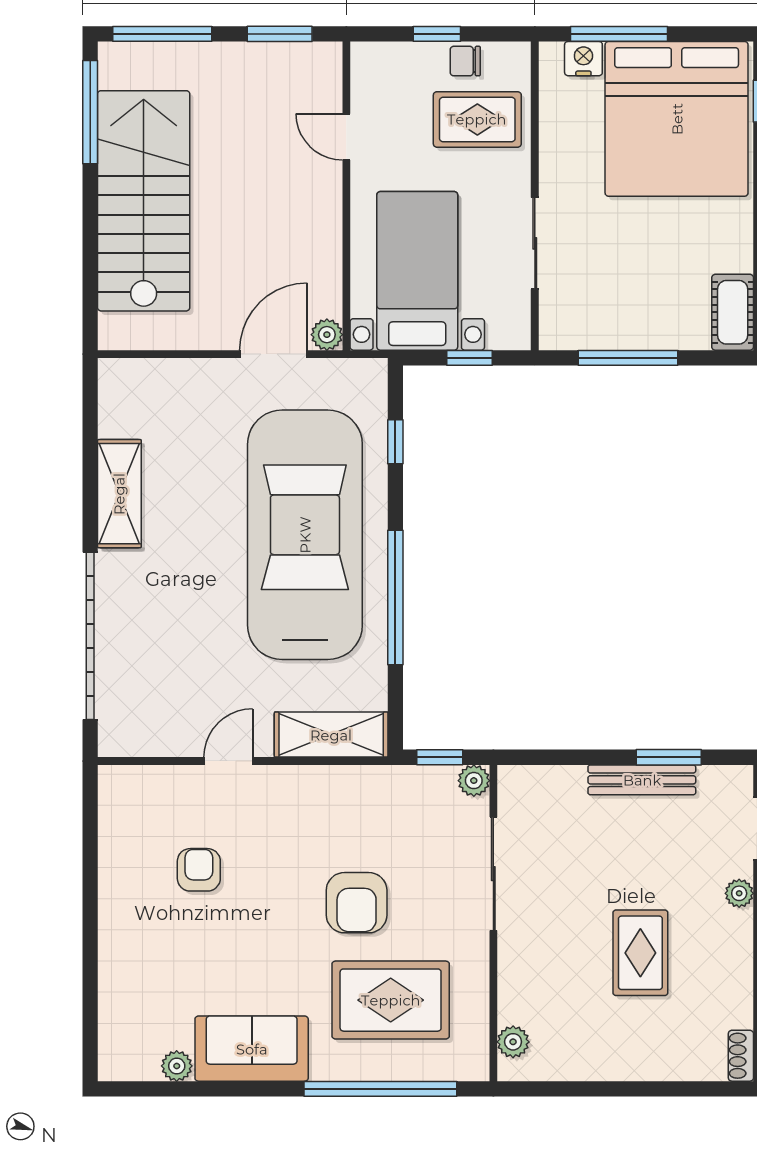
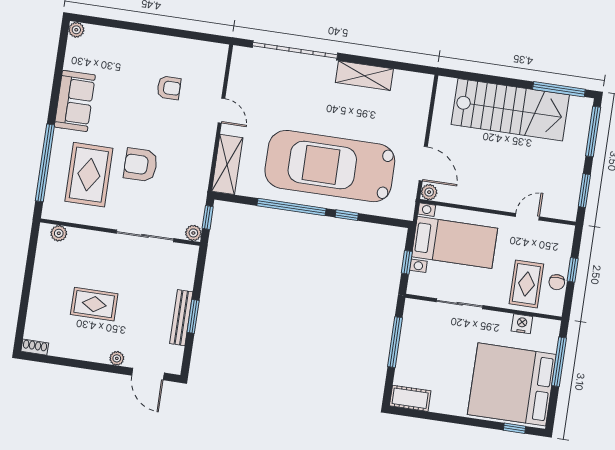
nightstand: (583, 59) -> (522, 324), moved, turned -90
chair: (465, 61) -> (557, 282), turned 180
window: (395, 442) -> (347, 215), moved
car: (305, 535) -> (330, 166), turned 180
window: (669, 757) -> (193, 316), moved
plant: (177, 1066) -> (76, 30), moved

